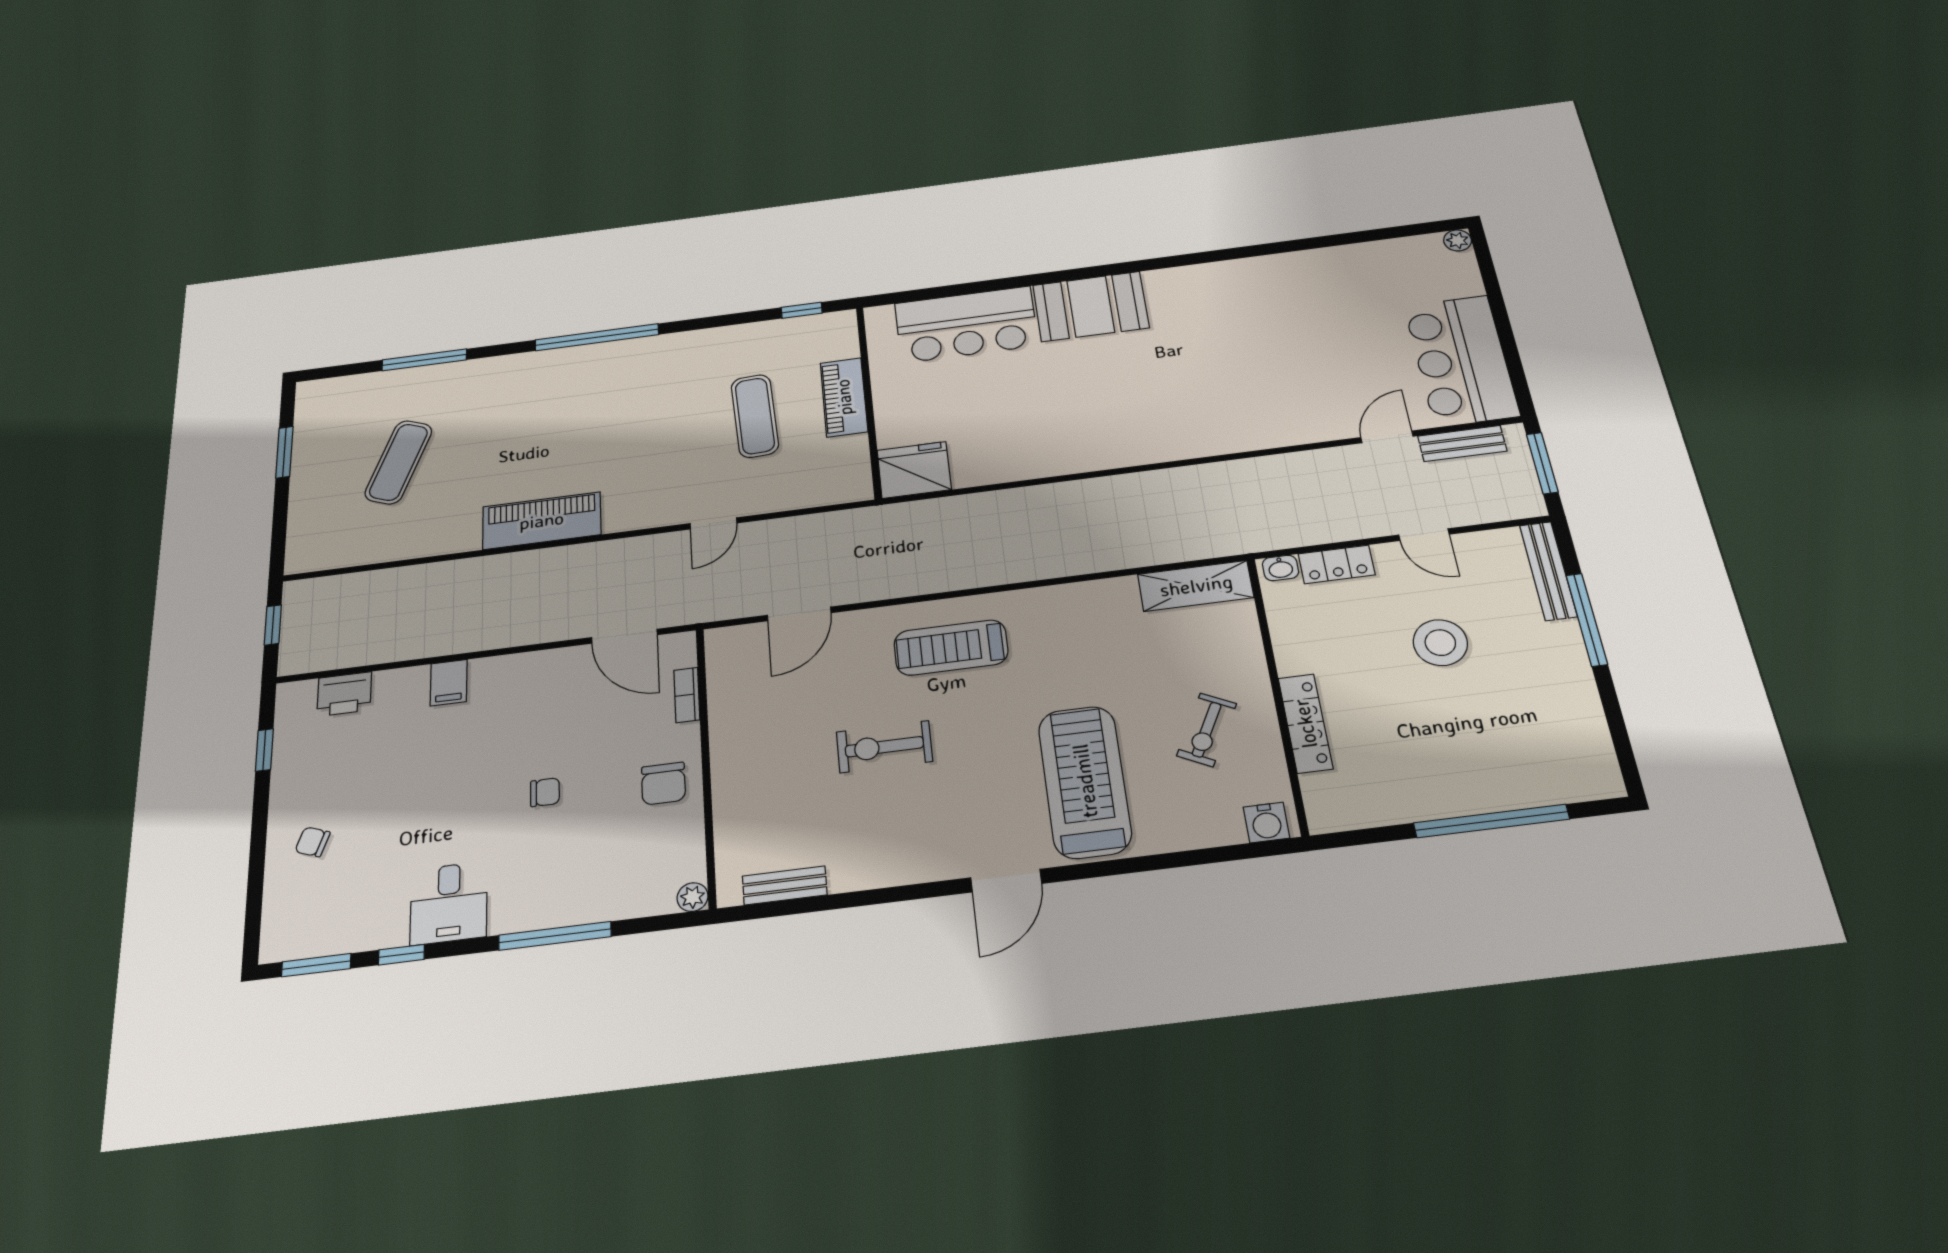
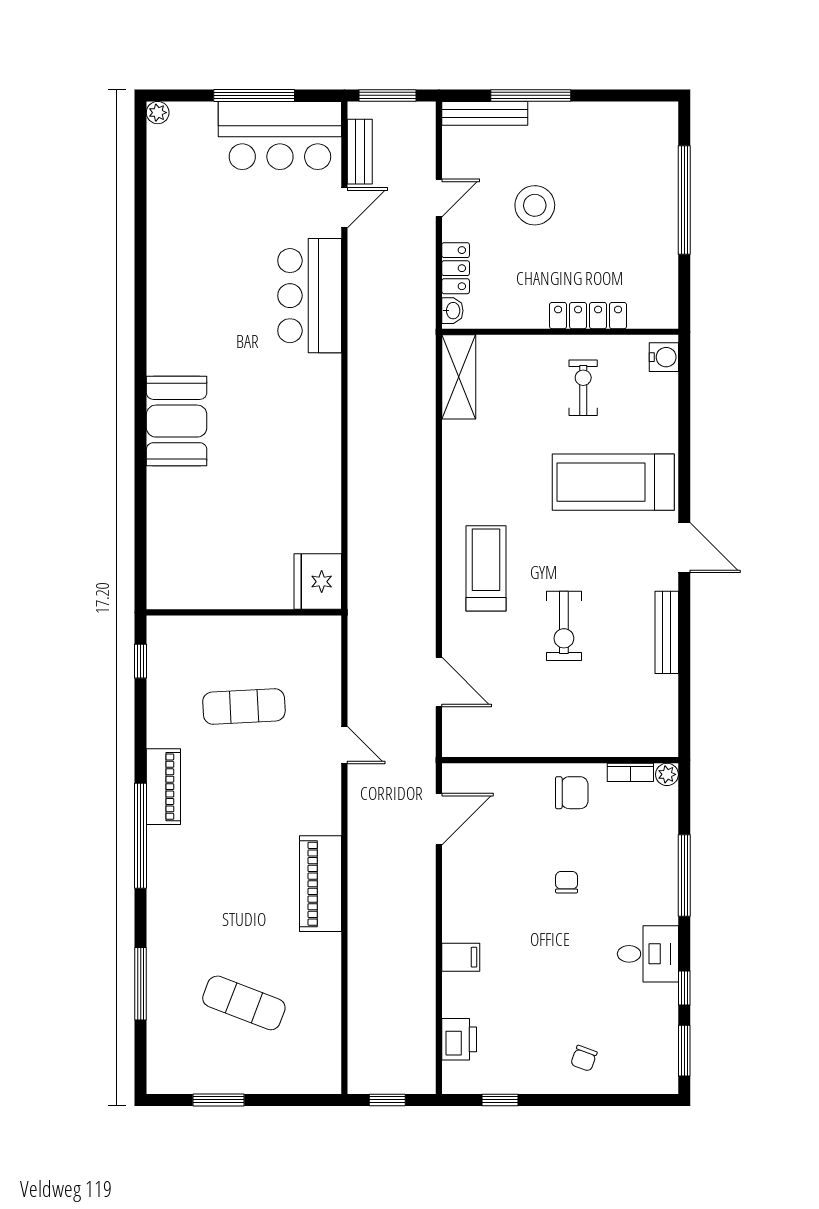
bar counter: (966, 324) -> (310, 296), moved, turned 180
window: (1504, 329) -> (254, 95), added
piano: (844, 397) -> (163, 787), moved, turned -90
door: (1387, 437) -> (344, 208), swing flipped
treadmill: (951, 648) -> (486, 568), turned 180
bookcase: (687, 695) -> (630, 772), moved
exercise bike: (1207, 730) -> (583, 388), turned -117
bench: (785, 885) -> (667, 632), moved, width x1.36

